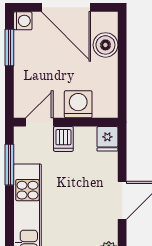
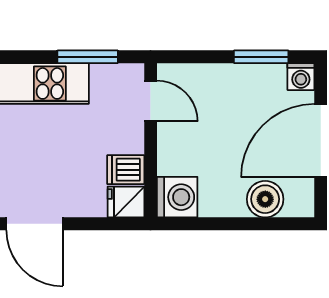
washing machine: (78, 104) -> (177, 197), moved
dishwasher: (63, 139) -> (126, 170), moved

